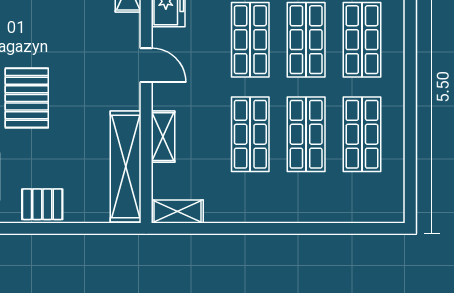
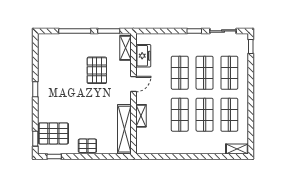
door: (146, 65) -> (134, 84), hinge flipped
pallet: (27, 98) -> (97, 70), moved
shelving: (177, 211) -> (237, 149), moved

